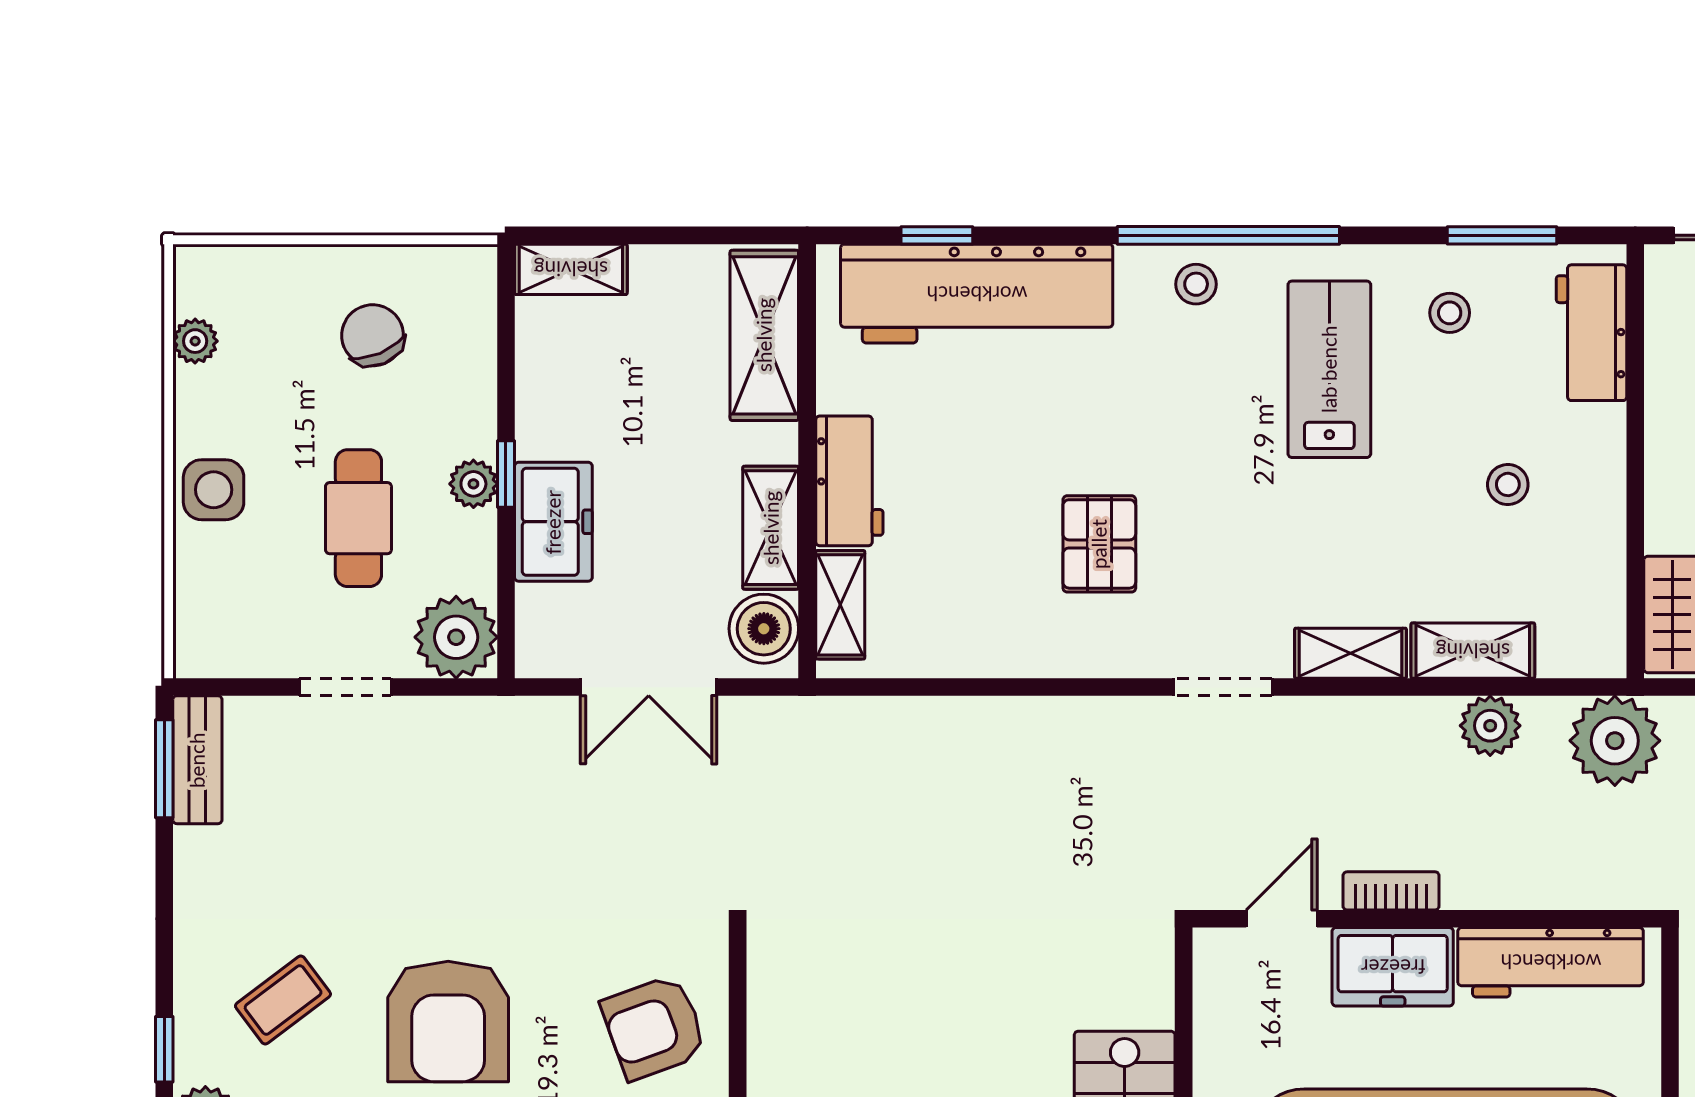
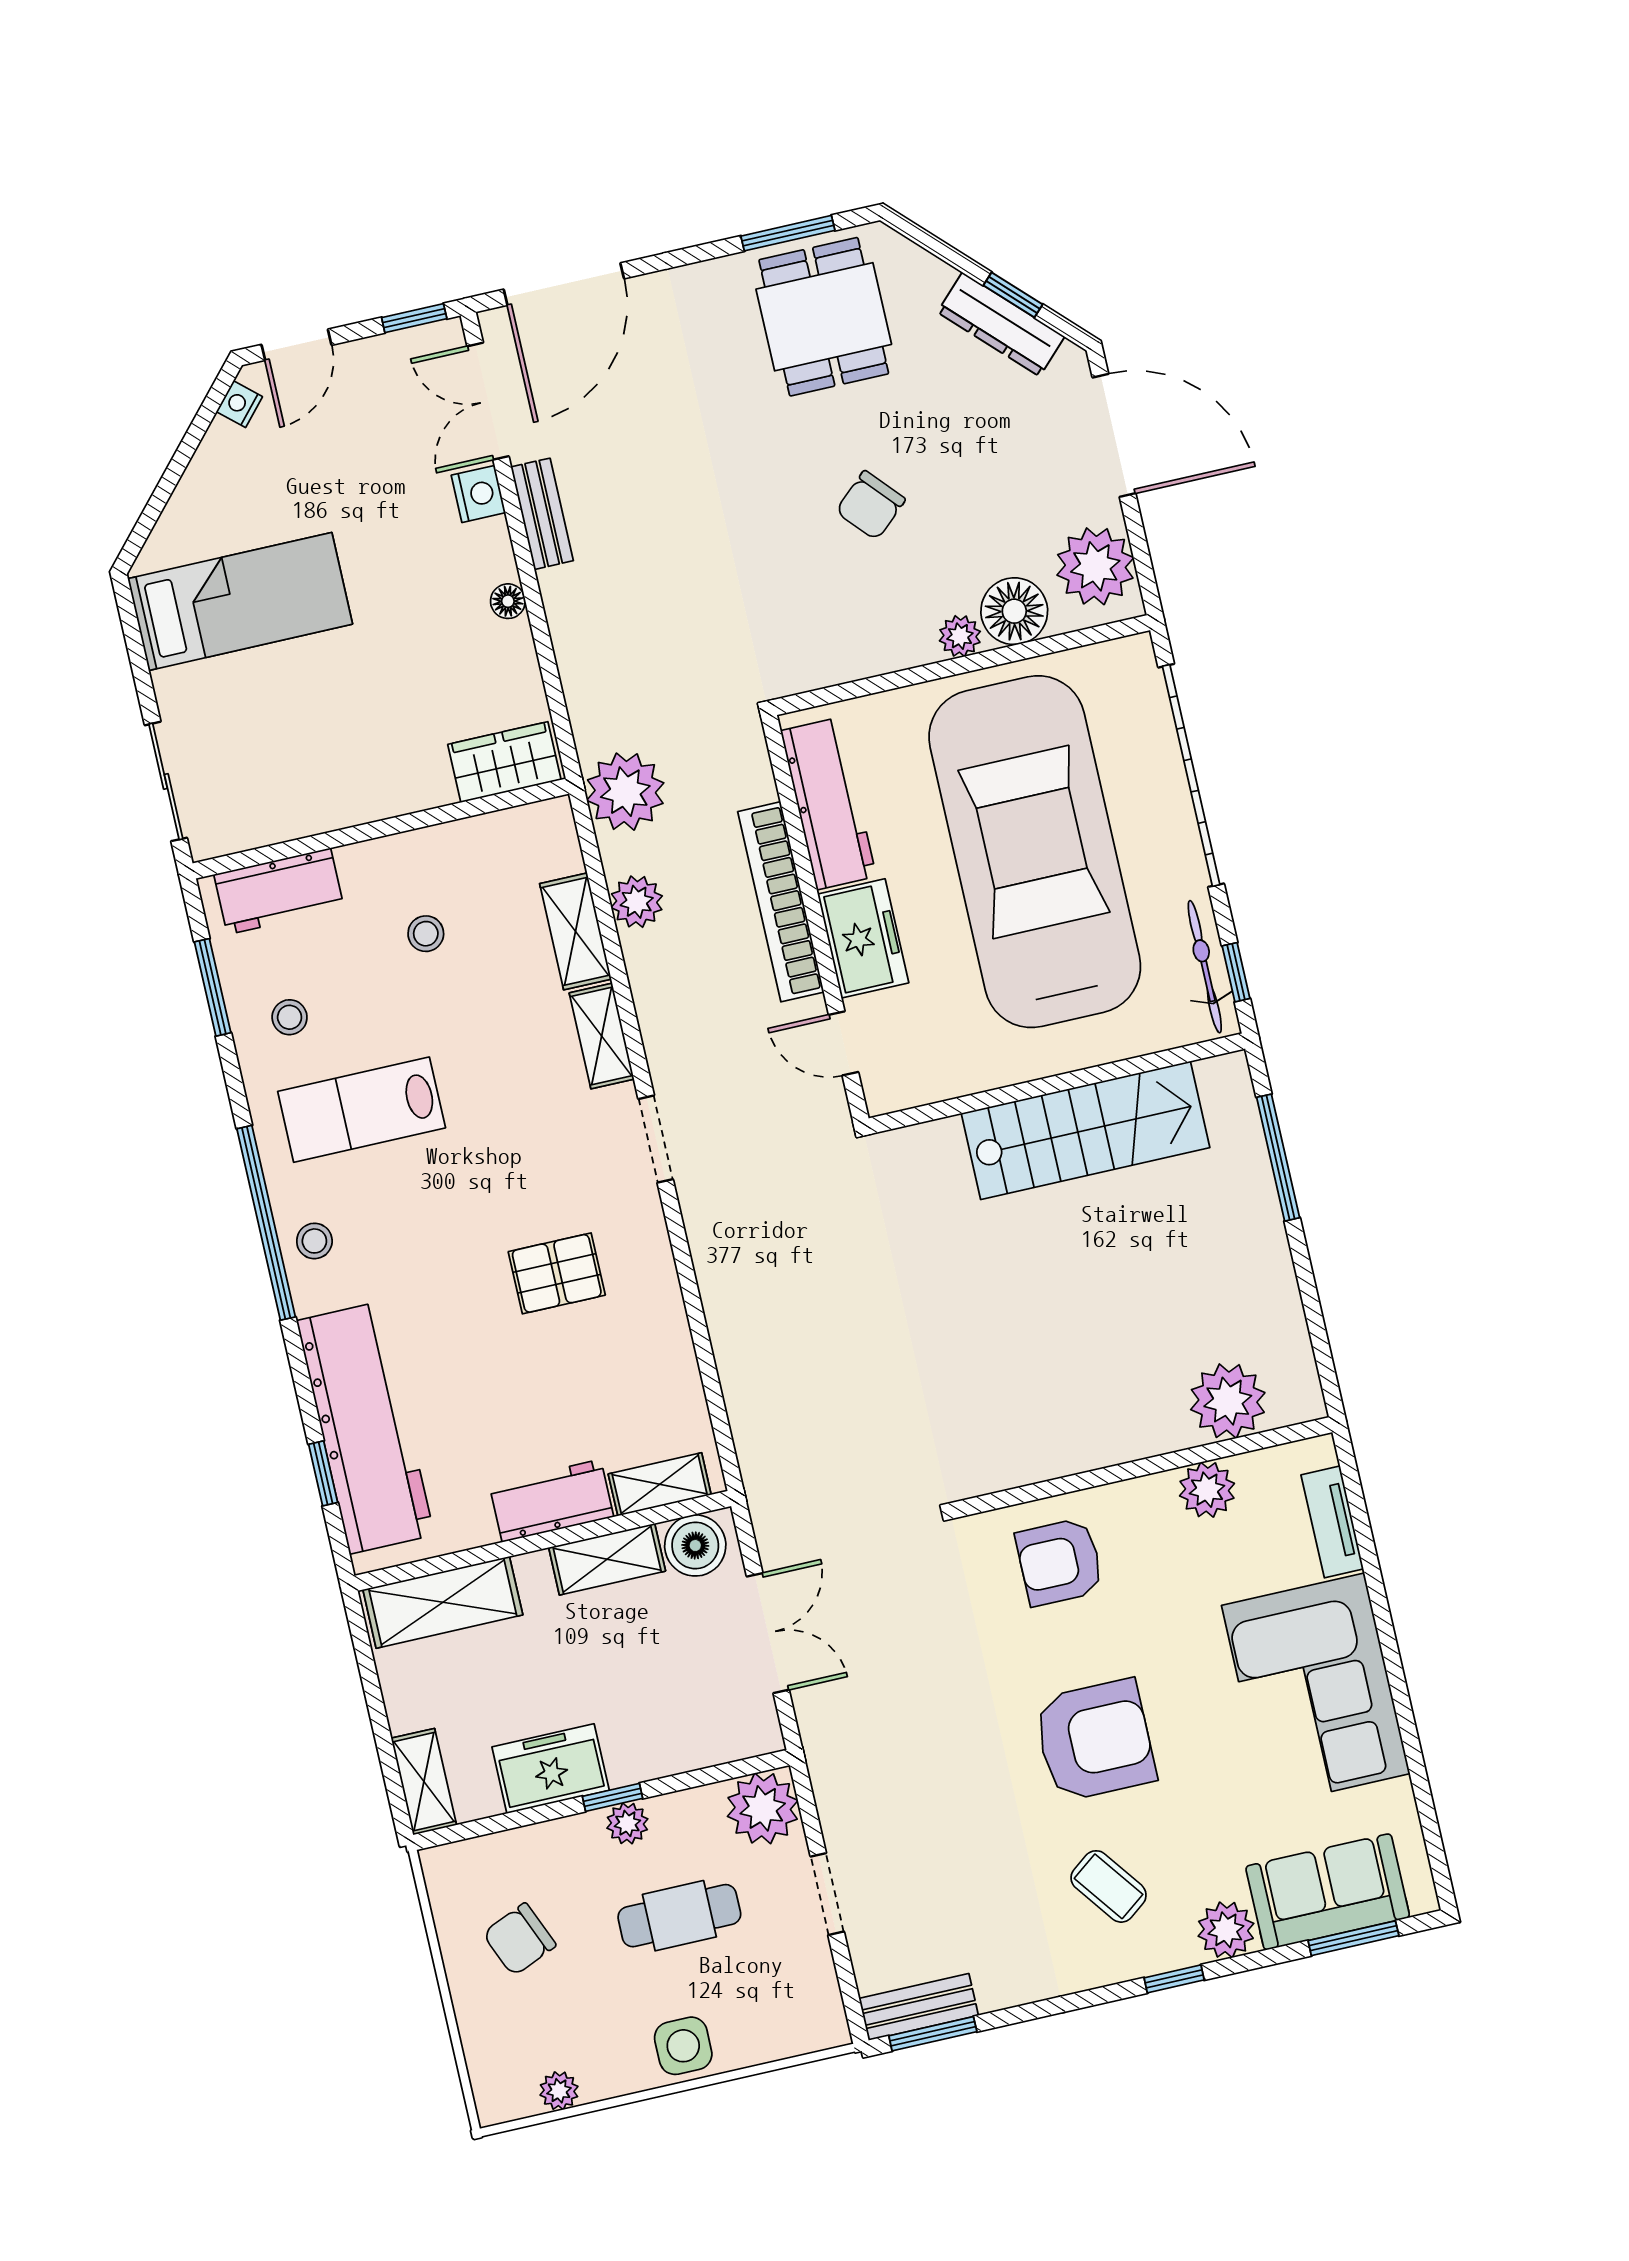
freezer: (553, 522) -> (551, 1769), moved
bookcase: (1391, 891) -> (781, 902), width x2.31, depth x1.31
armchair: (654, 1027) -> (1060, 1562), turned 110

